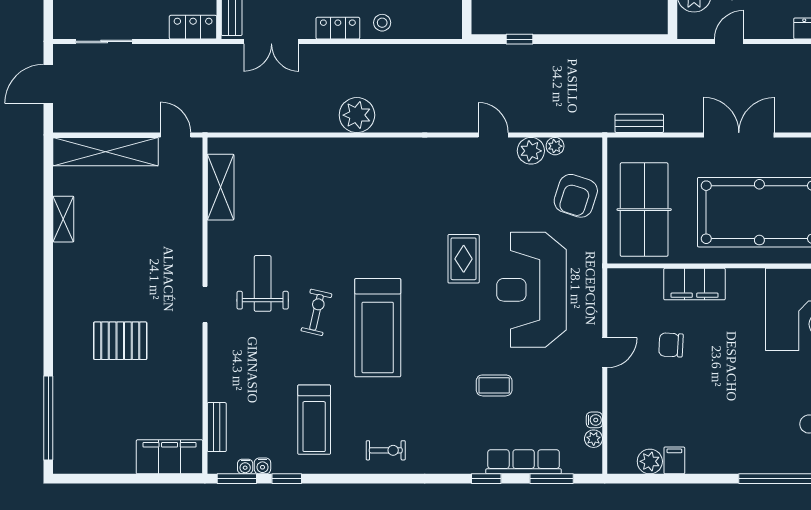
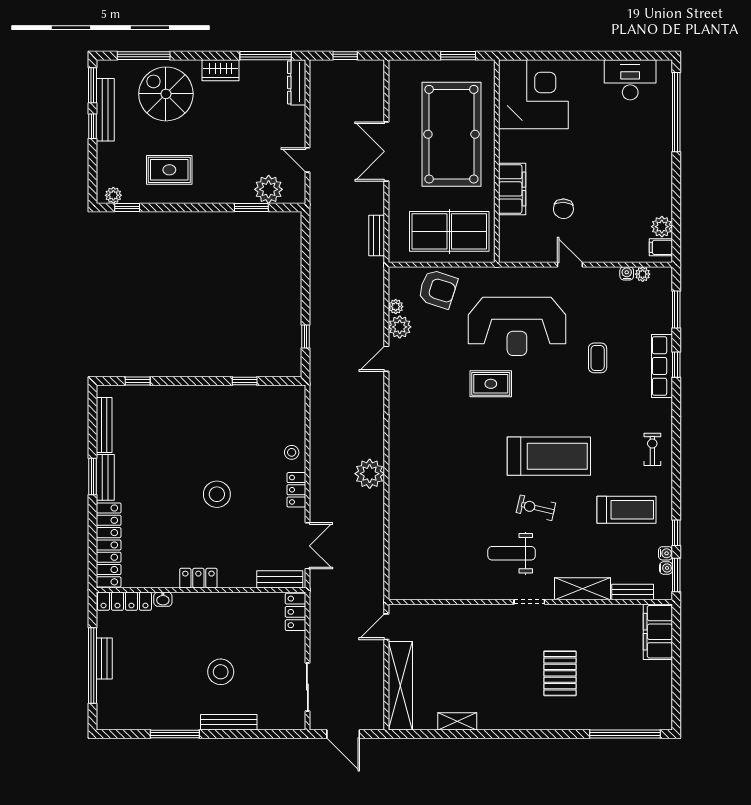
shelving: (221, 187) -> (583, 589), moved
filing cabinet: (674, 460) -> (661, 247), moved
row of seats: (524, 462) -> (662, 366), moved

